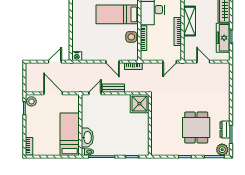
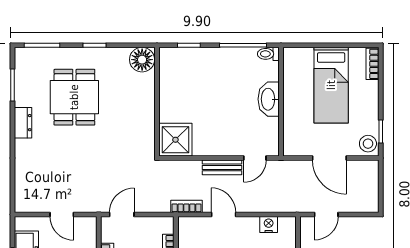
nightstand: (77, 56) -> (269, 224), moved
dresser: (225, 130) -> (23, 123), moved
bed: (70, 134) -> (331, 85), moved
washbasin: (87, 137) -> (269, 99), moved
floor lamp: (158, 149) -> (142, 60), added
plant: (222, 150) -> (28, 58), removed

